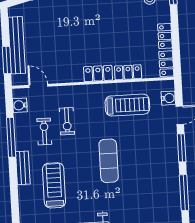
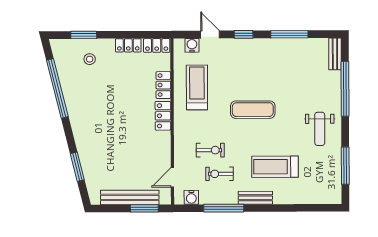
window: (182, 148) -> (244, 34), width x0.67

